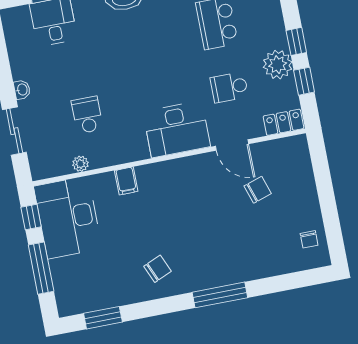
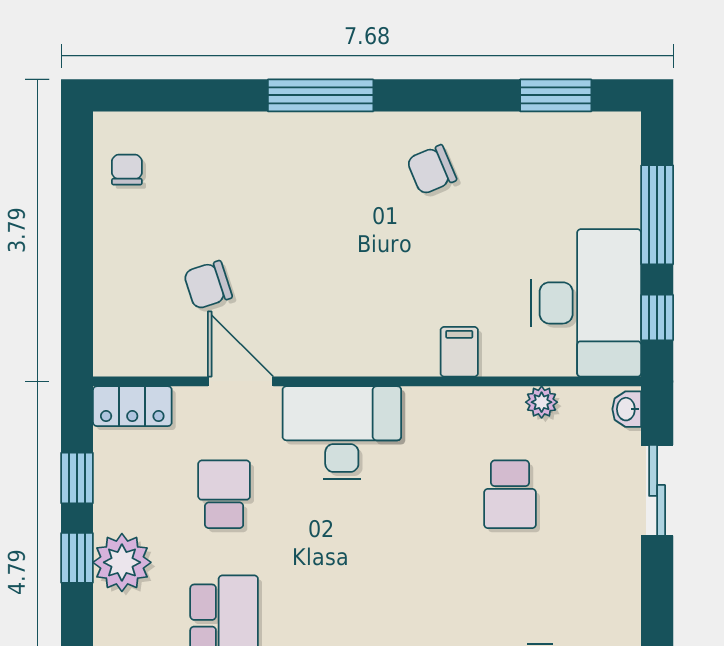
plant: (278, 65) -> (122, 562), moved
school desk: (229, 87) -> (224, 494), turned -90
washbasin: (22, 90) -> (627, 409), moved

